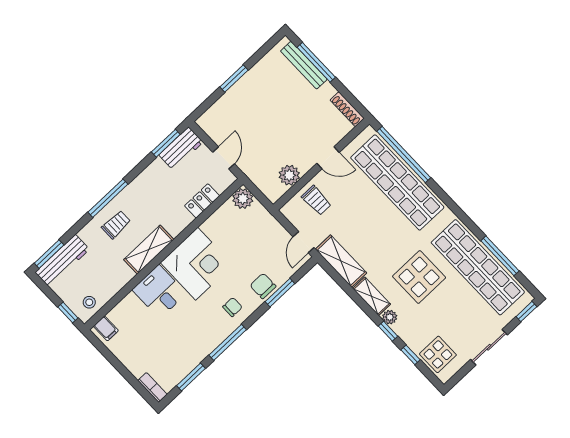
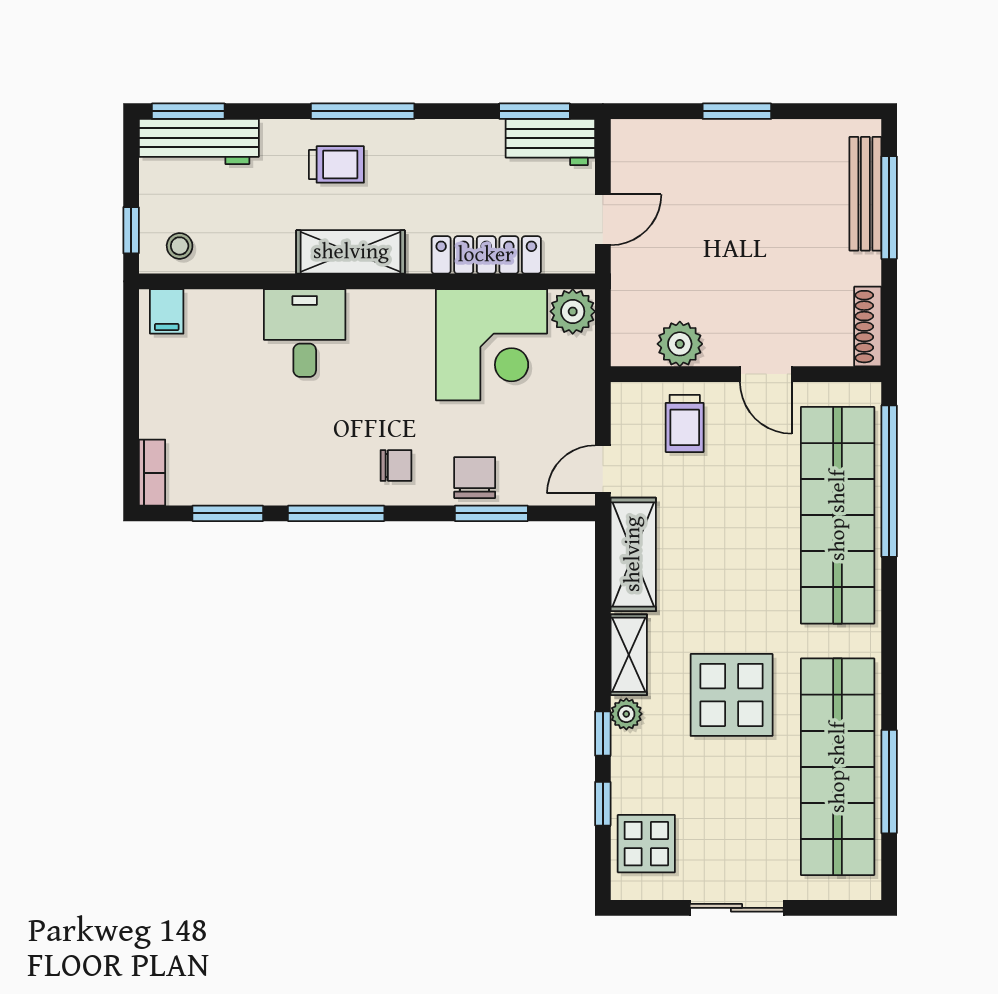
locker: (202, 201) -> (486, 255), width x1.53
corner desk: (197, 264) -> (492, 345), moved
window: (526, 312) -> (848, 908), removed

